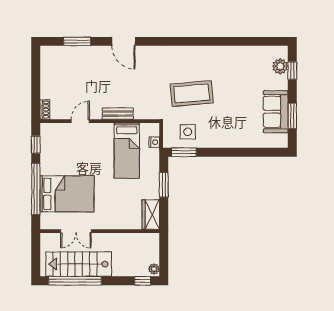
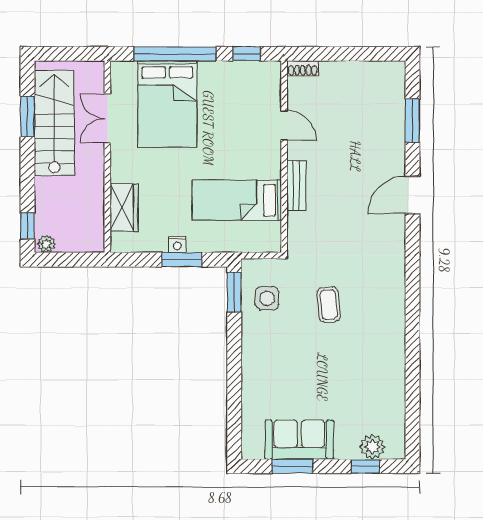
coffee table: (192, 93) -> (329, 305), width x0.54, depth x0.58
nightstand: (154, 142) -> (177, 245), moved
wardrobe: (151, 215) -> (124, 208), moved, turned 90
window: (75, 281) -> (27, 117), width x0.47

